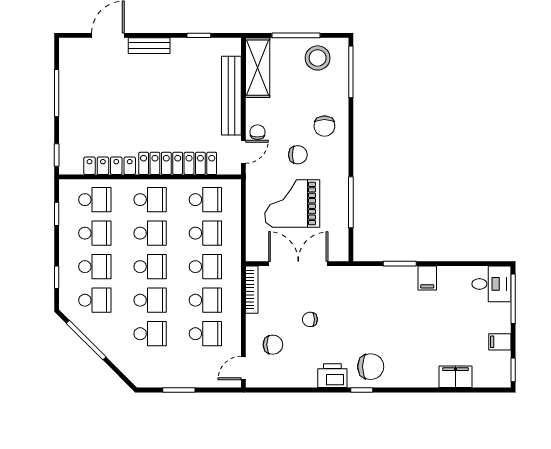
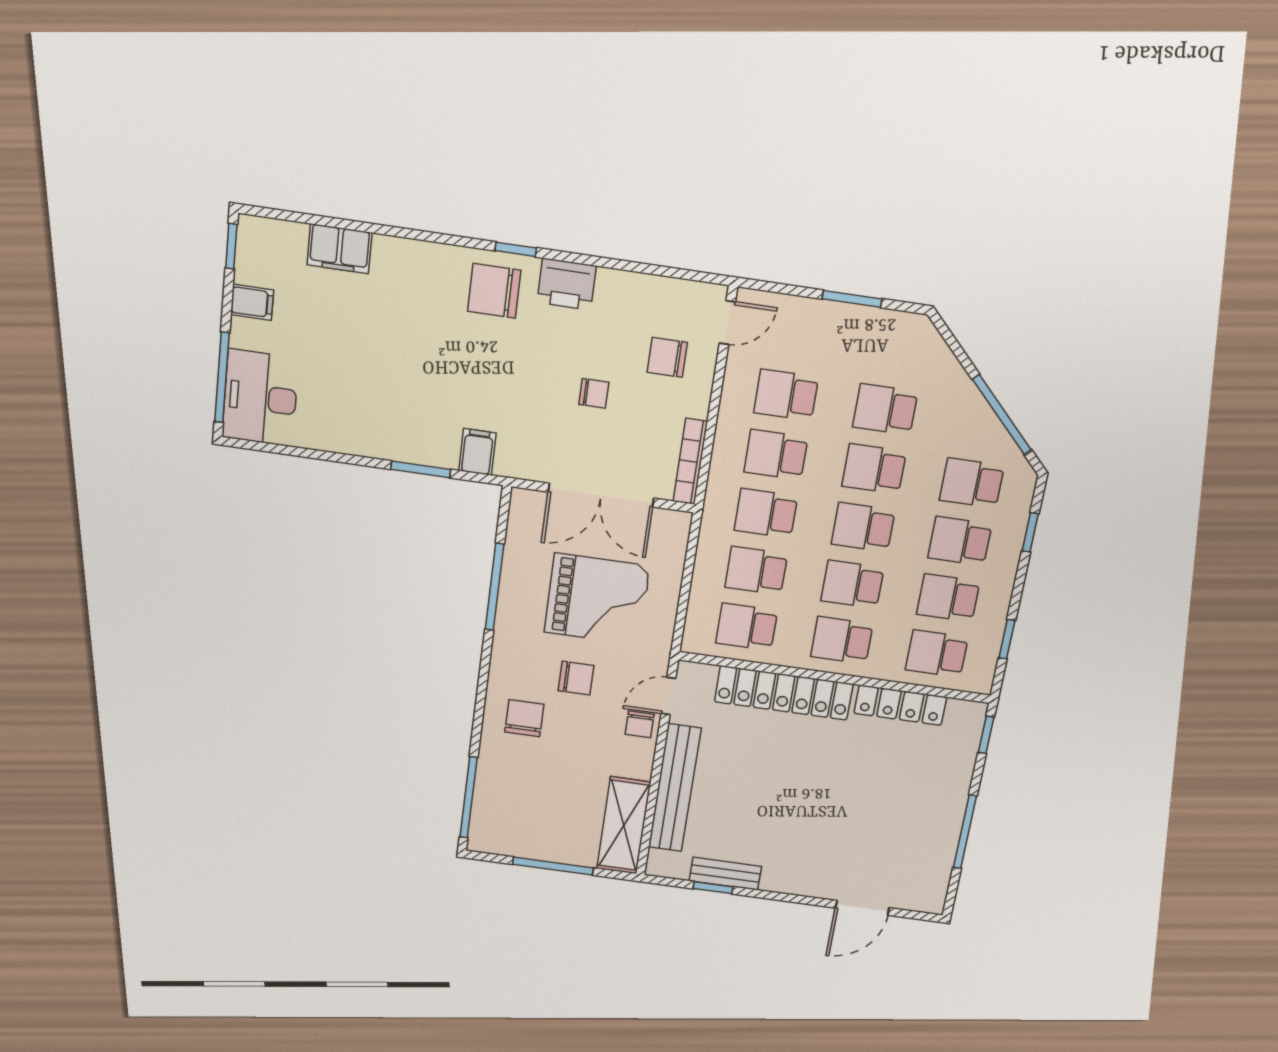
bench: (149, 46) -> (725, 874), moved
stool: (318, 58) -> (522, 827), removed
chair: (298, 155) -> (576, 678), turned 180
filing cabinet: (427, 278) -> (477, 452), moved
desk: (491, 284) -> (260, 398), width x1.37

